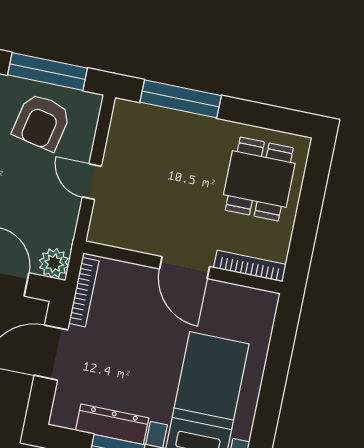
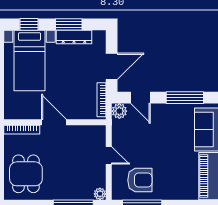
plant: (124, 111) -> (100, 194), added
armchair: (42, 122) -> (140, 180), turned 78

